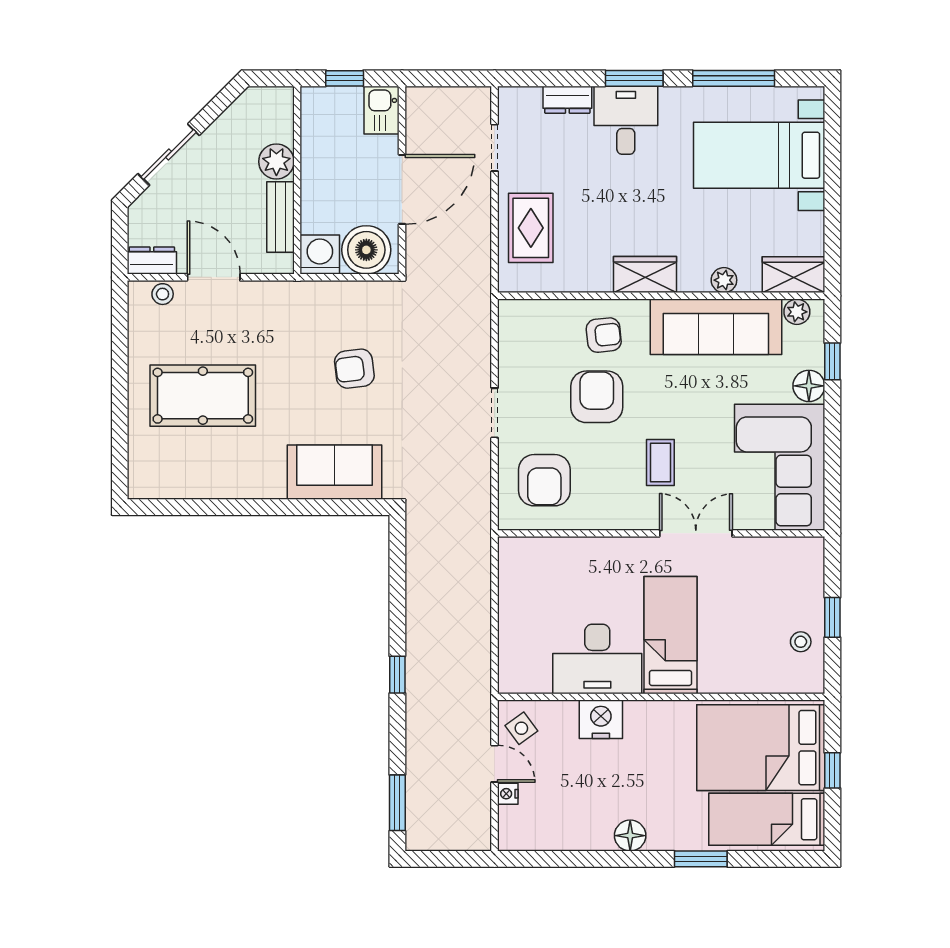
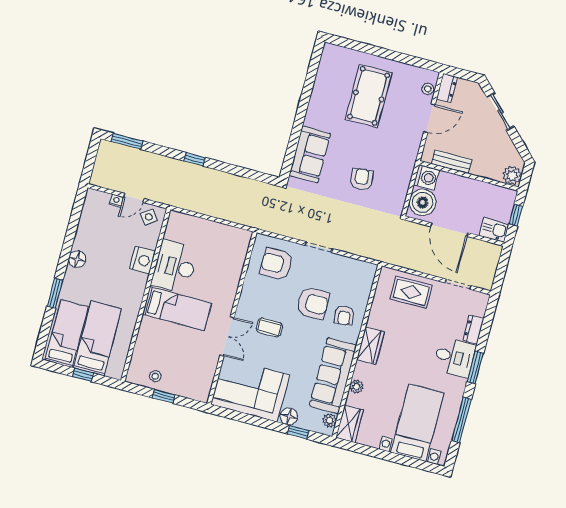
plant: (276, 162) -> (512, 176), moved
bed: (761, 748) -> (98, 338), width x0.67

